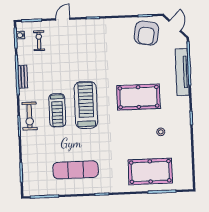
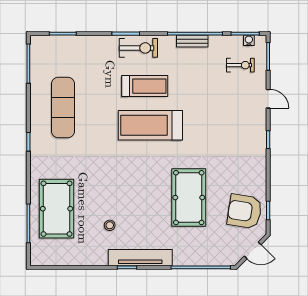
tv unit: (182, 72) -> (140, 258), moved
pool table: (138, 97) -> (189, 198), moved
treadmill: (86, 105) -> (150, 125), turned 180
treadmill: (57, 110) -> (145, 86), turned 180
exercise bike: (29, 116) -> (138, 48), turned 180

